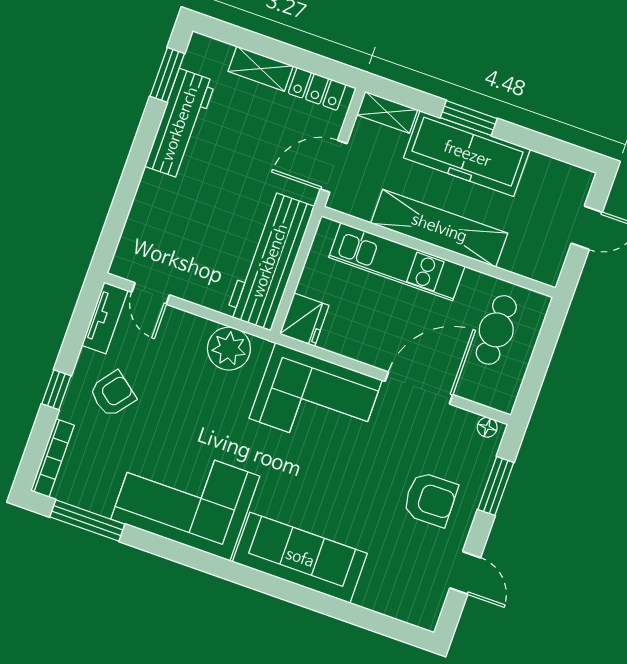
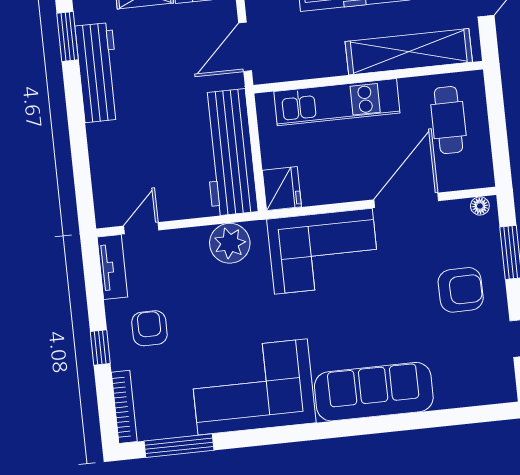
shelving: (439, 228) -> (409, 52), moved
door: (151, 293) -> (141, 228), swing flipped
armchair: (113, 394) -> (149, 328), turned -38

